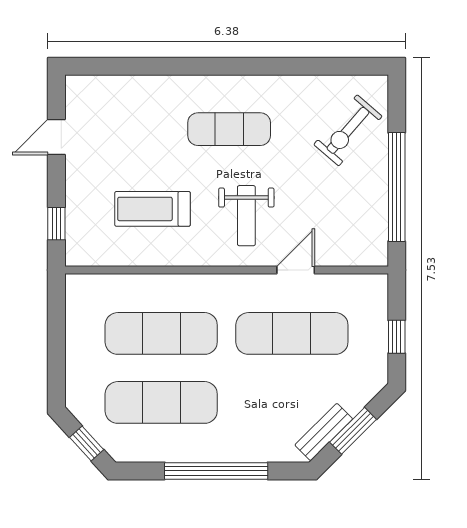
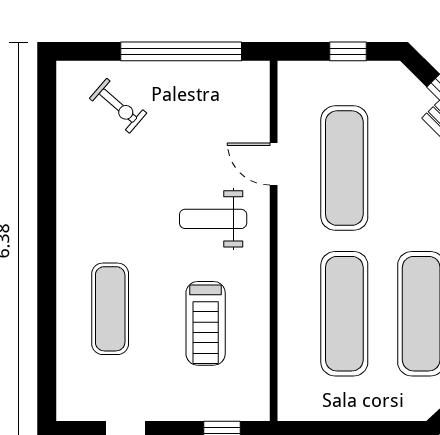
exercise mat: (229, 129) -> (110, 309), moved
exercise bike: (348, 130) -> (118, 106), width x0.73, depth x0.72
weight bench: (246, 216) -> (213, 219), turned 180

